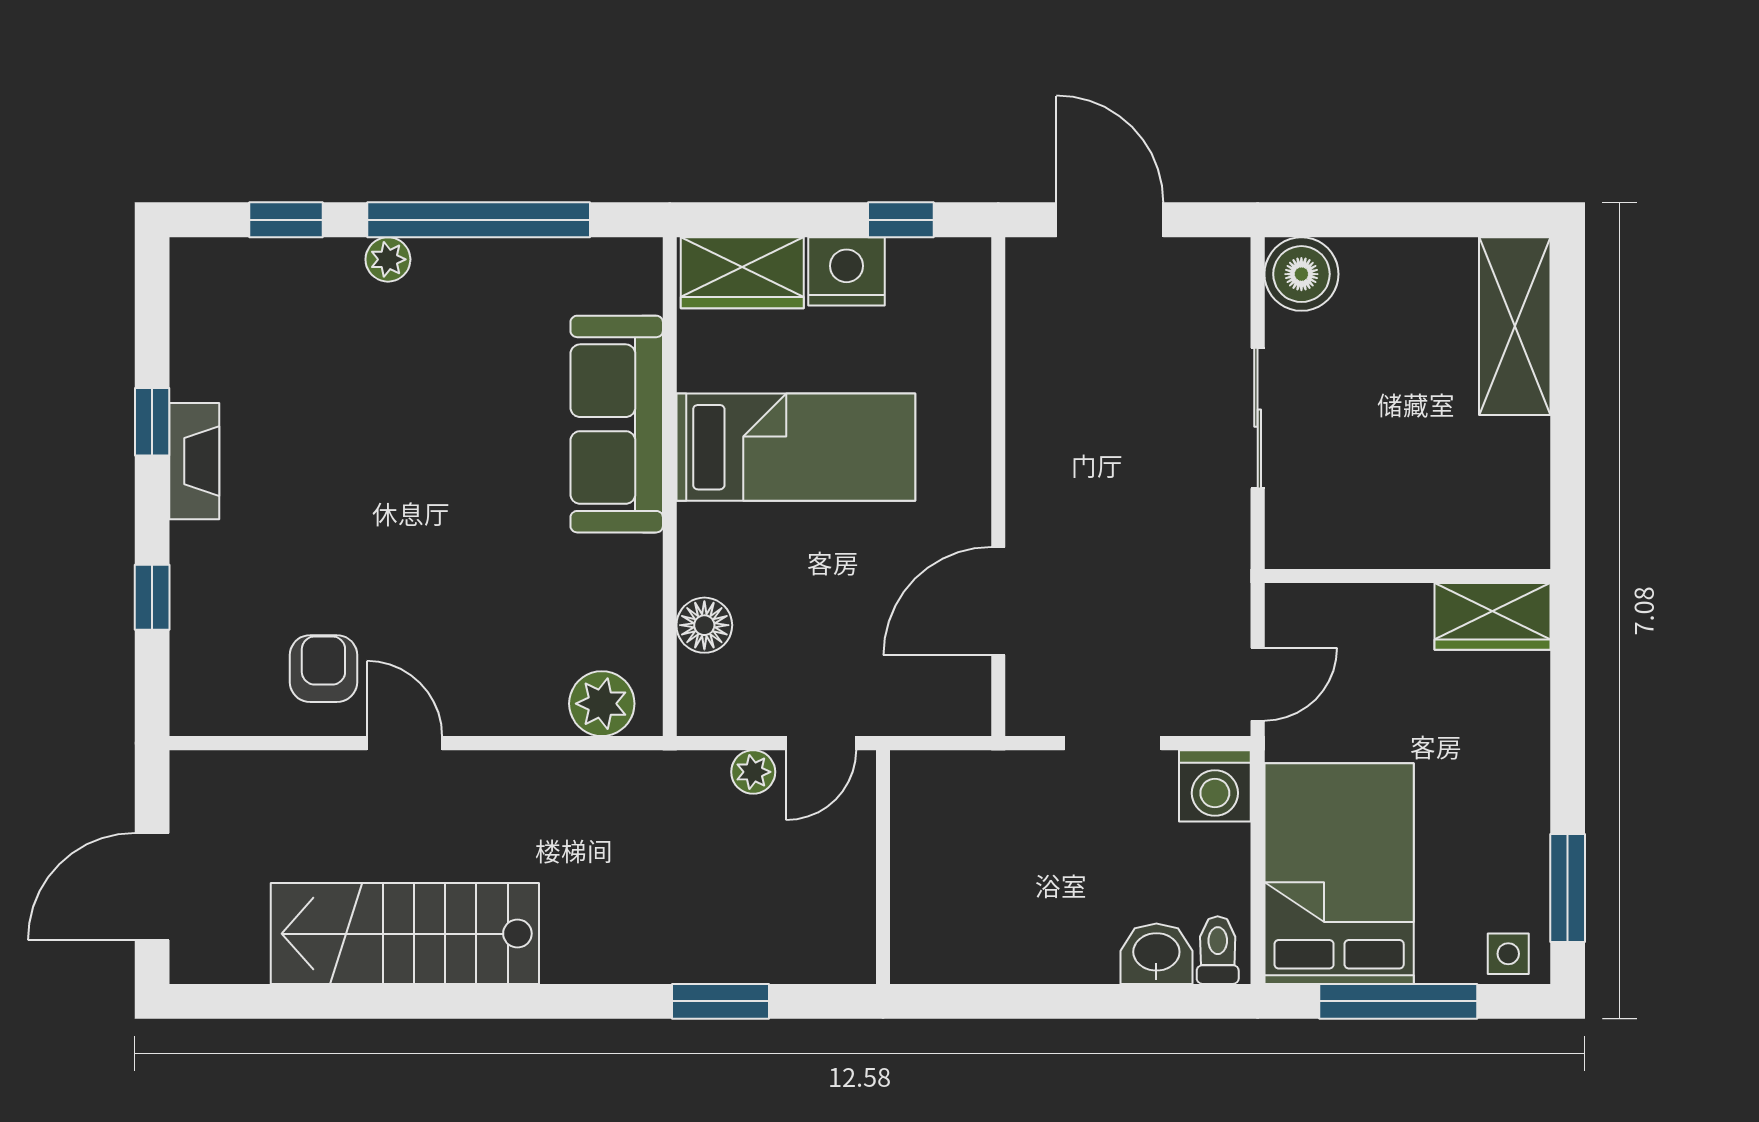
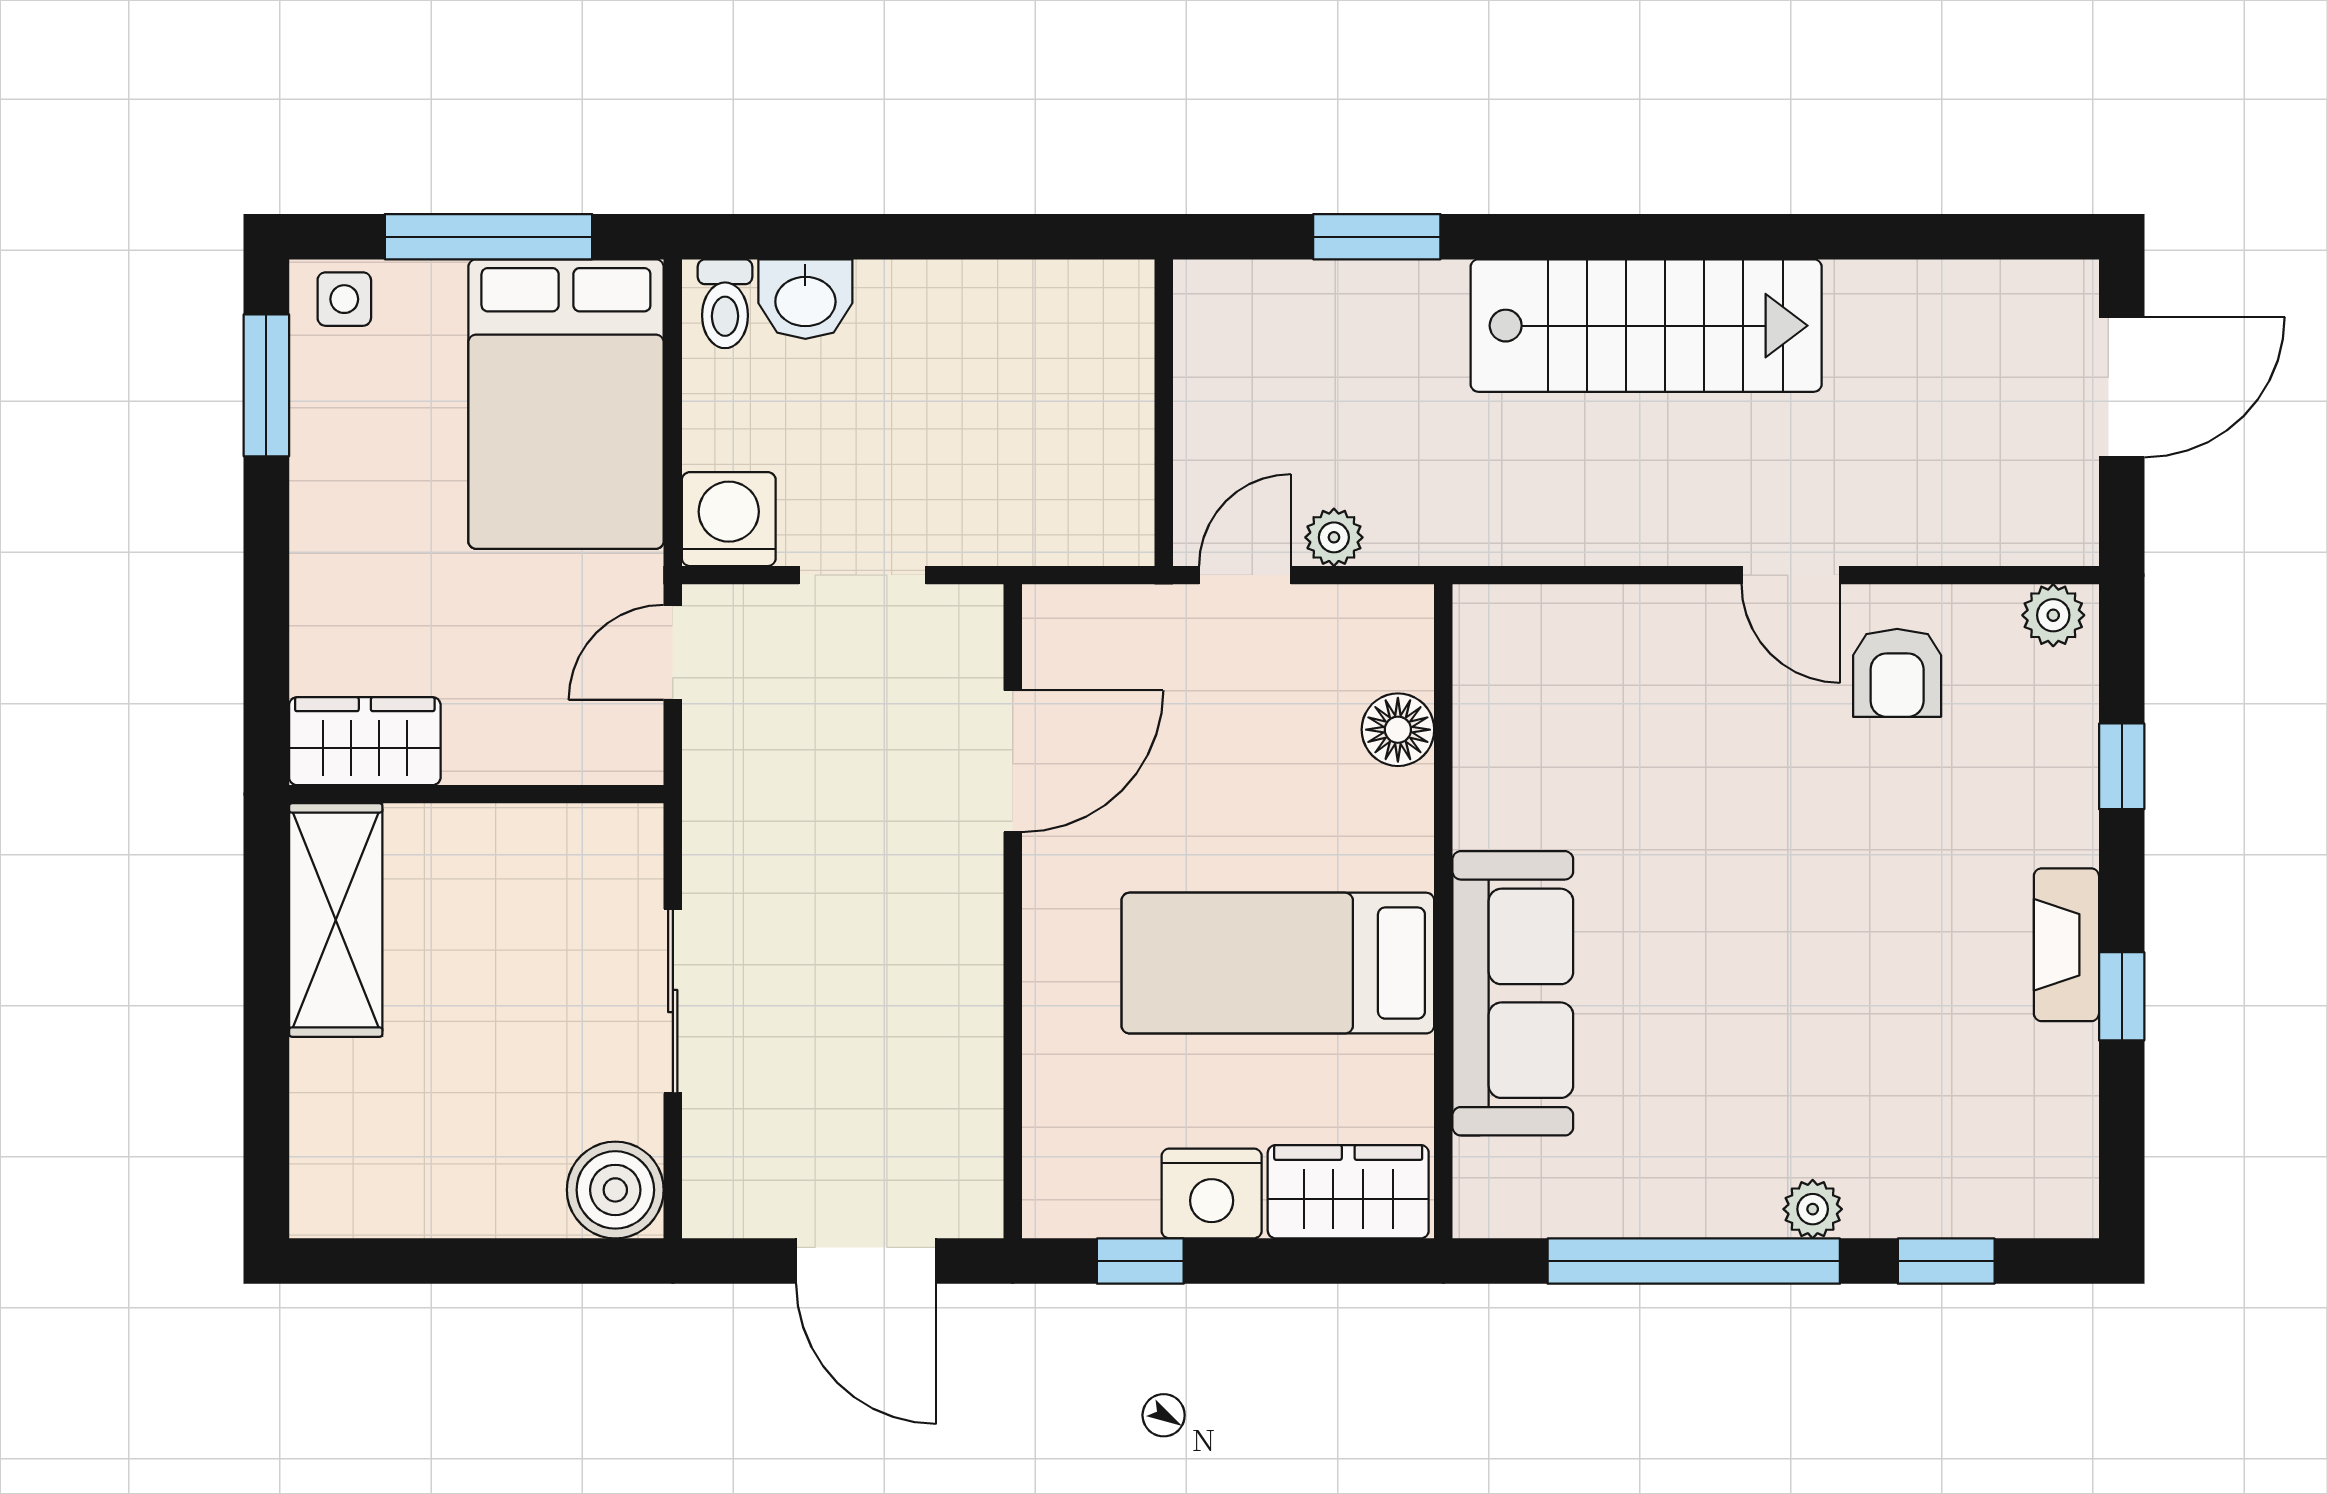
shelving: (1515, 326) -> (336, 920), moved
plant: (602, 704) -> (2053, 615), moved, width x0.73, depth x0.73
stairs: (405, 934) -> (1646, 326), moved

